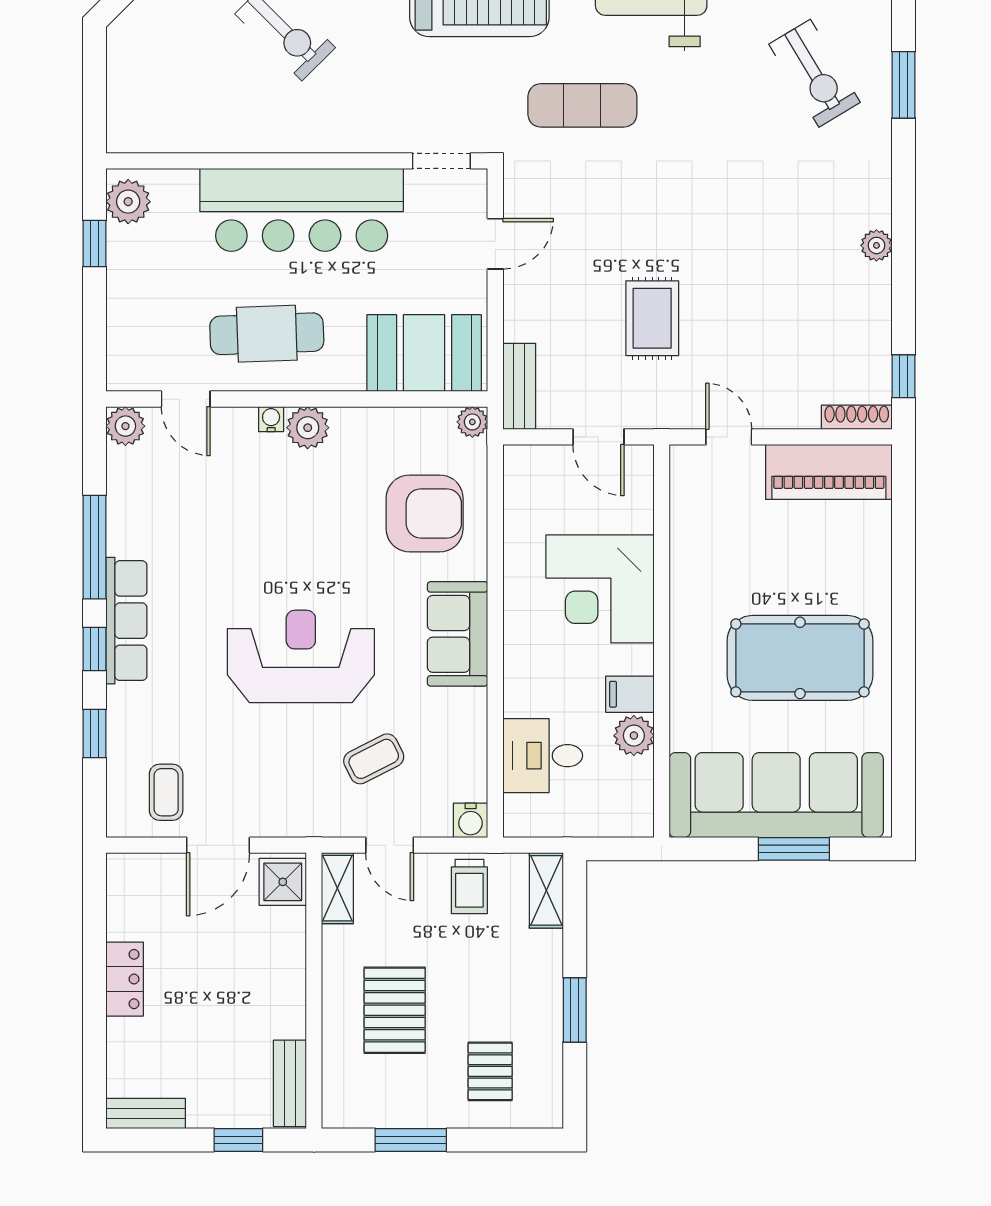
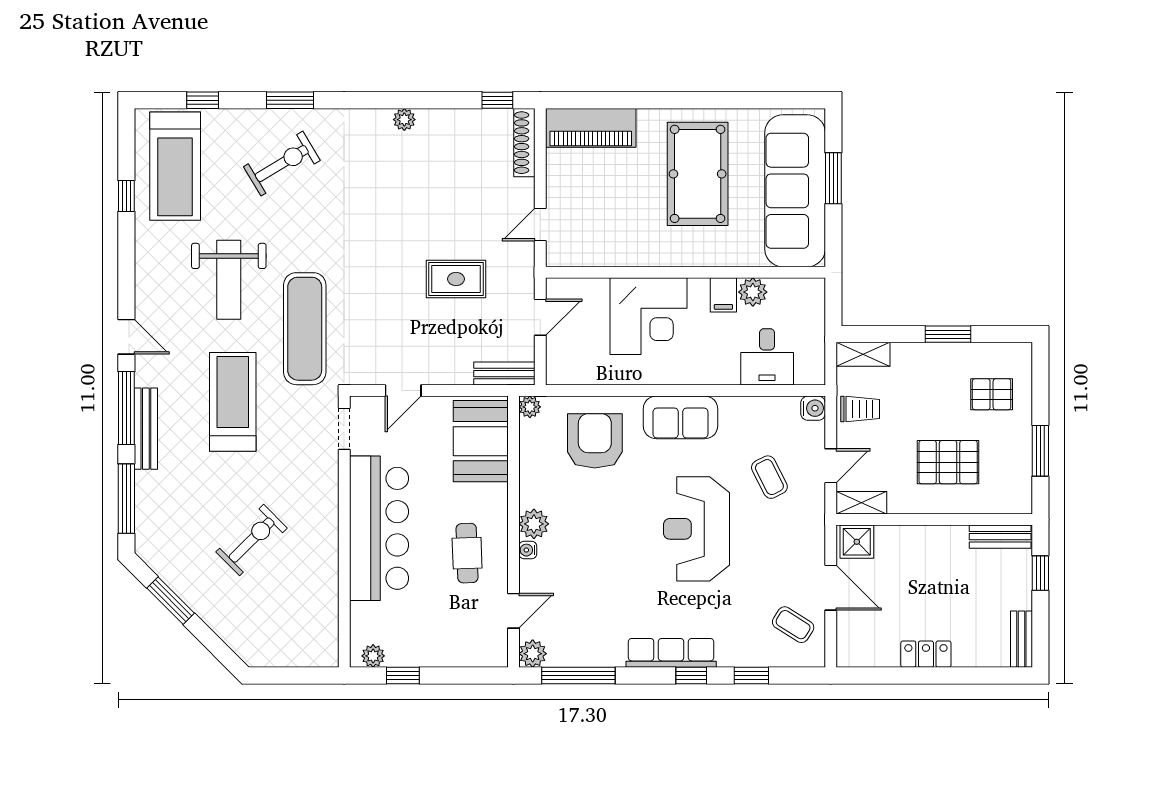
exercise mat: (582, 105) -> (305, 329), width x1.36, depth x1.45
plant: (128, 202) -> (373, 656), width x0.73, depth x0.73
door: (495, 244) -> (403, 391), swing flipped
cafe table: (267, 334) -> (467, 553), width x0.73, depth x0.74
shoe rack: (857, 417) -> (524, 143), width x1.36, depth x1.24
piano: (829, 472) -> (591, 128), moved, turned 90
window: (95, 547) -> (578, 676), moved
coffee table: (166, 792) -> (793, 625), turned 32

